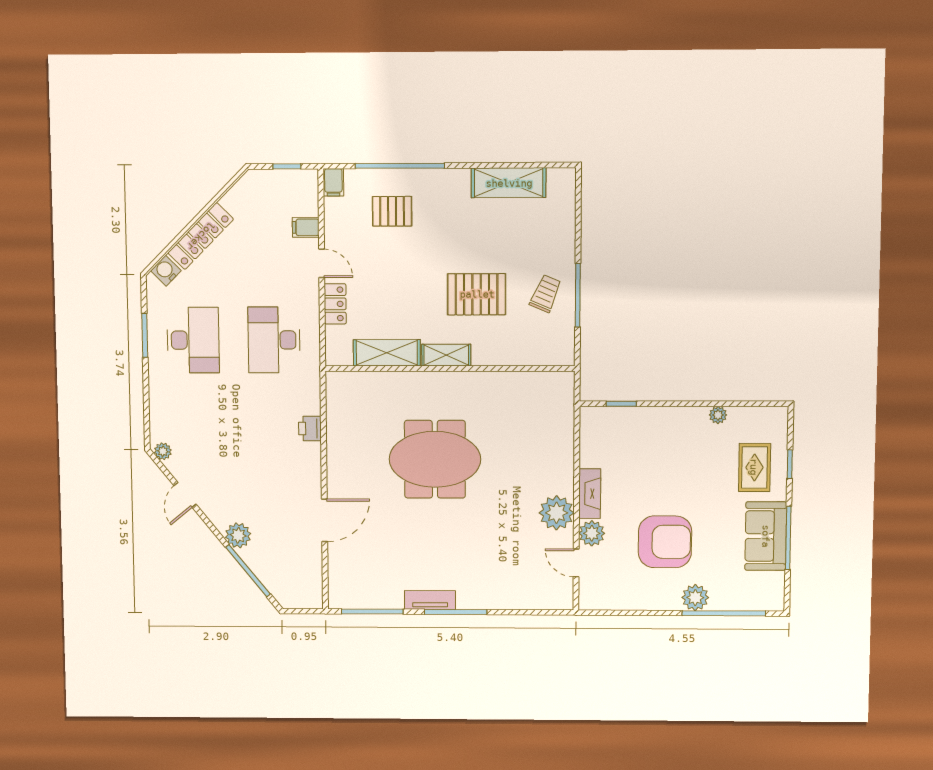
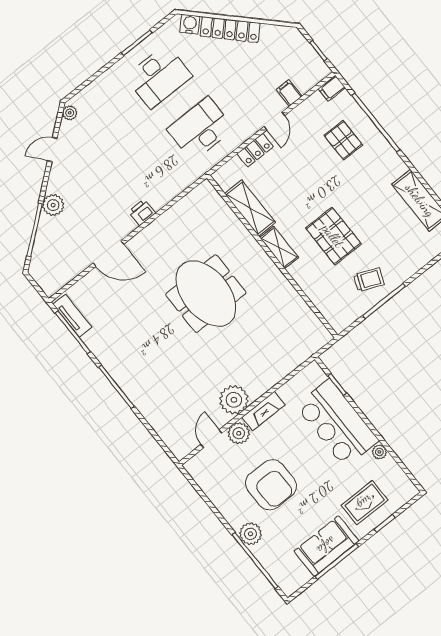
printer: (310, 428) -> (142, 212), moved
bar counter: (658, 433) -> (337, 423), added
tv unit: (430, 600) -> (72, 316), moved

